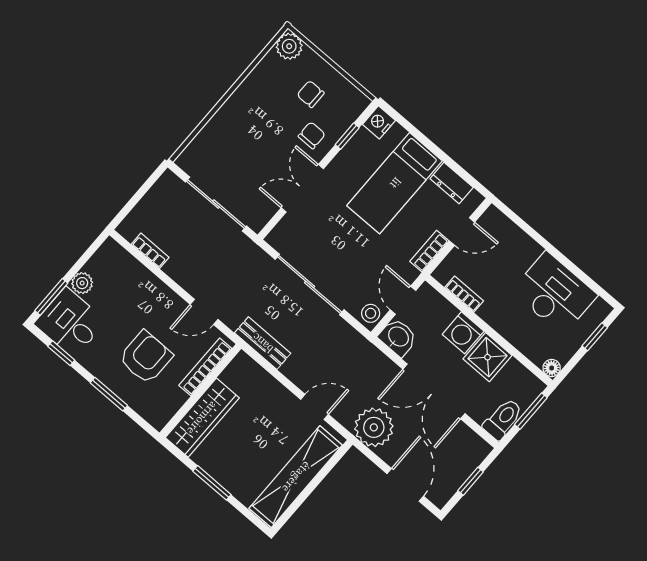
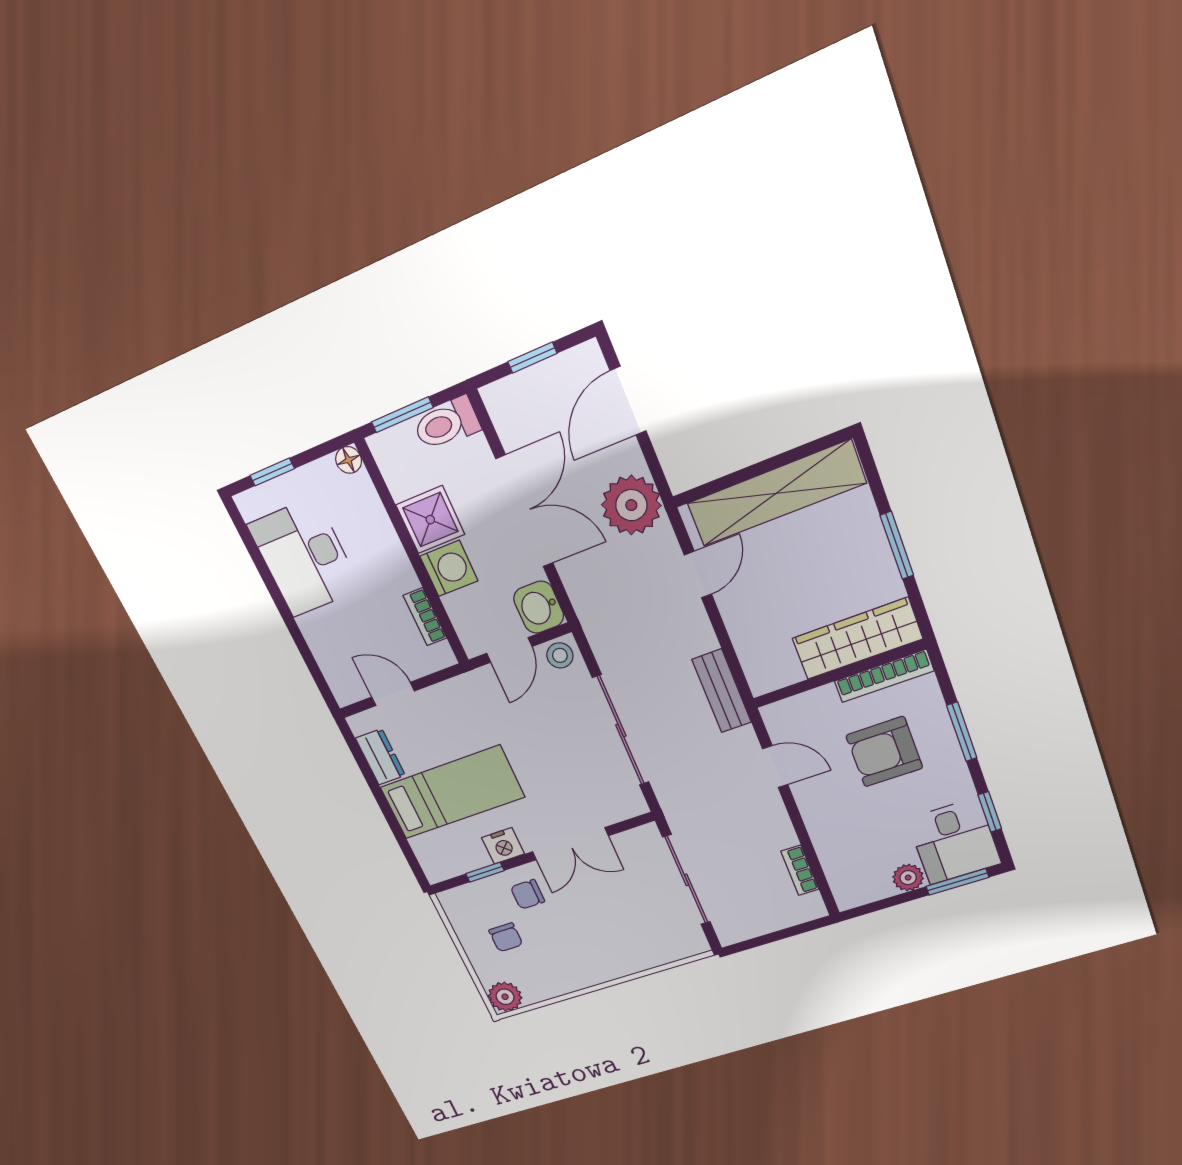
nightstand: (379, 122) -> (503, 846), moved
bookcase: (429, 251) -> (446, 692), removed
bookcase: (205, 367) -> (884, 676), moved
door: (314, 407) -> (698, 575), swing flipped

